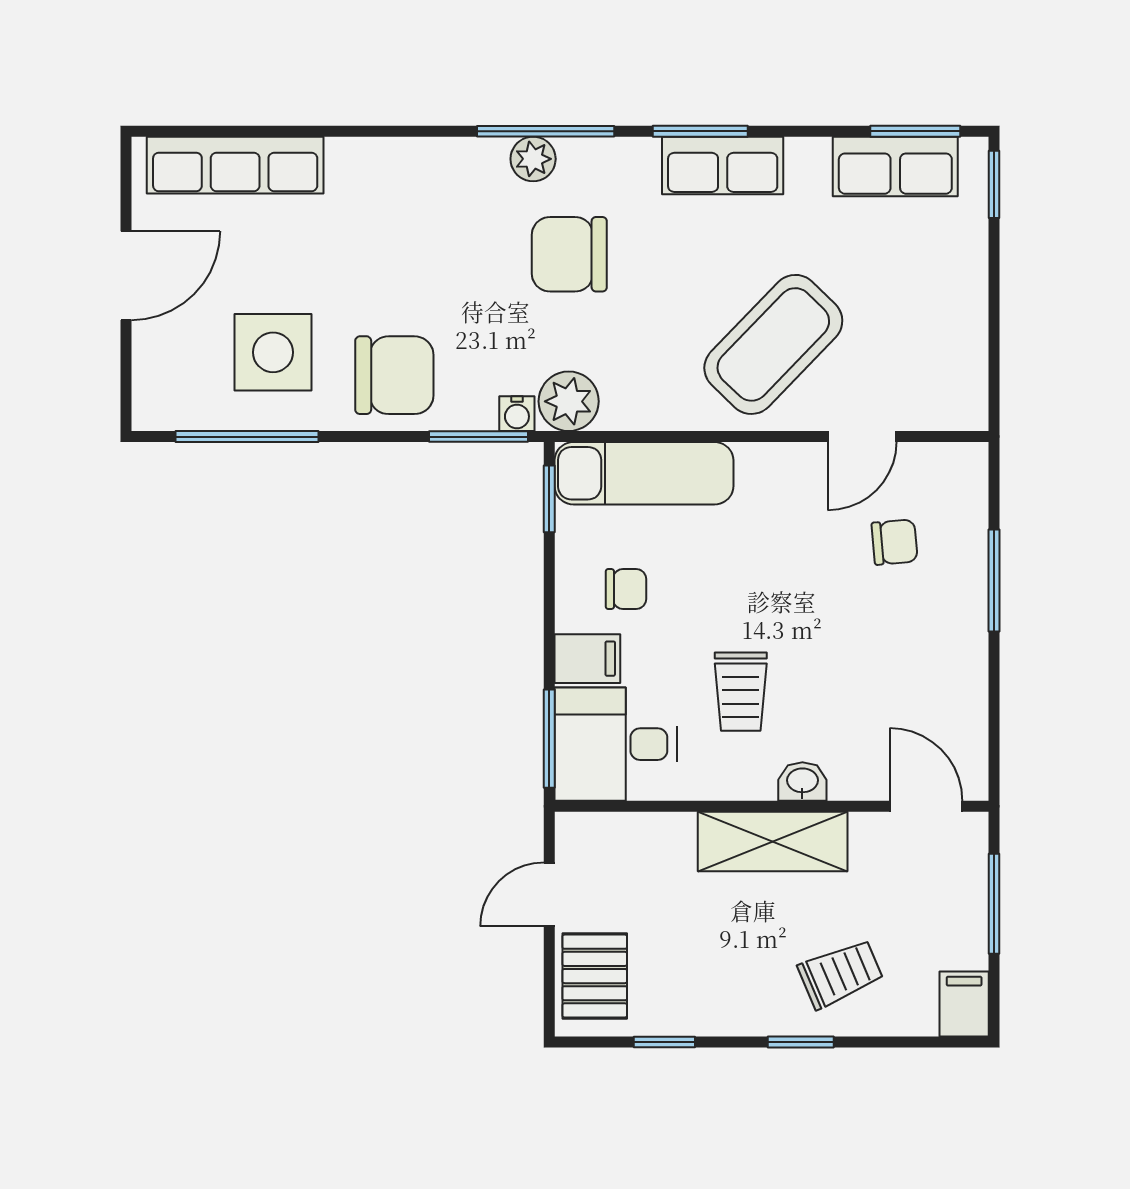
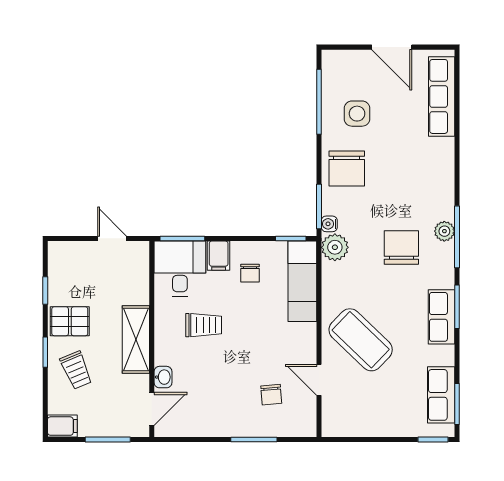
side table: (273, 352) -> (357, 114), width x0.73, depth x0.73
trolley: (741, 692) -> (204, 325), turned 180
washbasin: (802, 781) -> (163, 377), moved
pallet: (595, 976) -> (70, 321), moved

